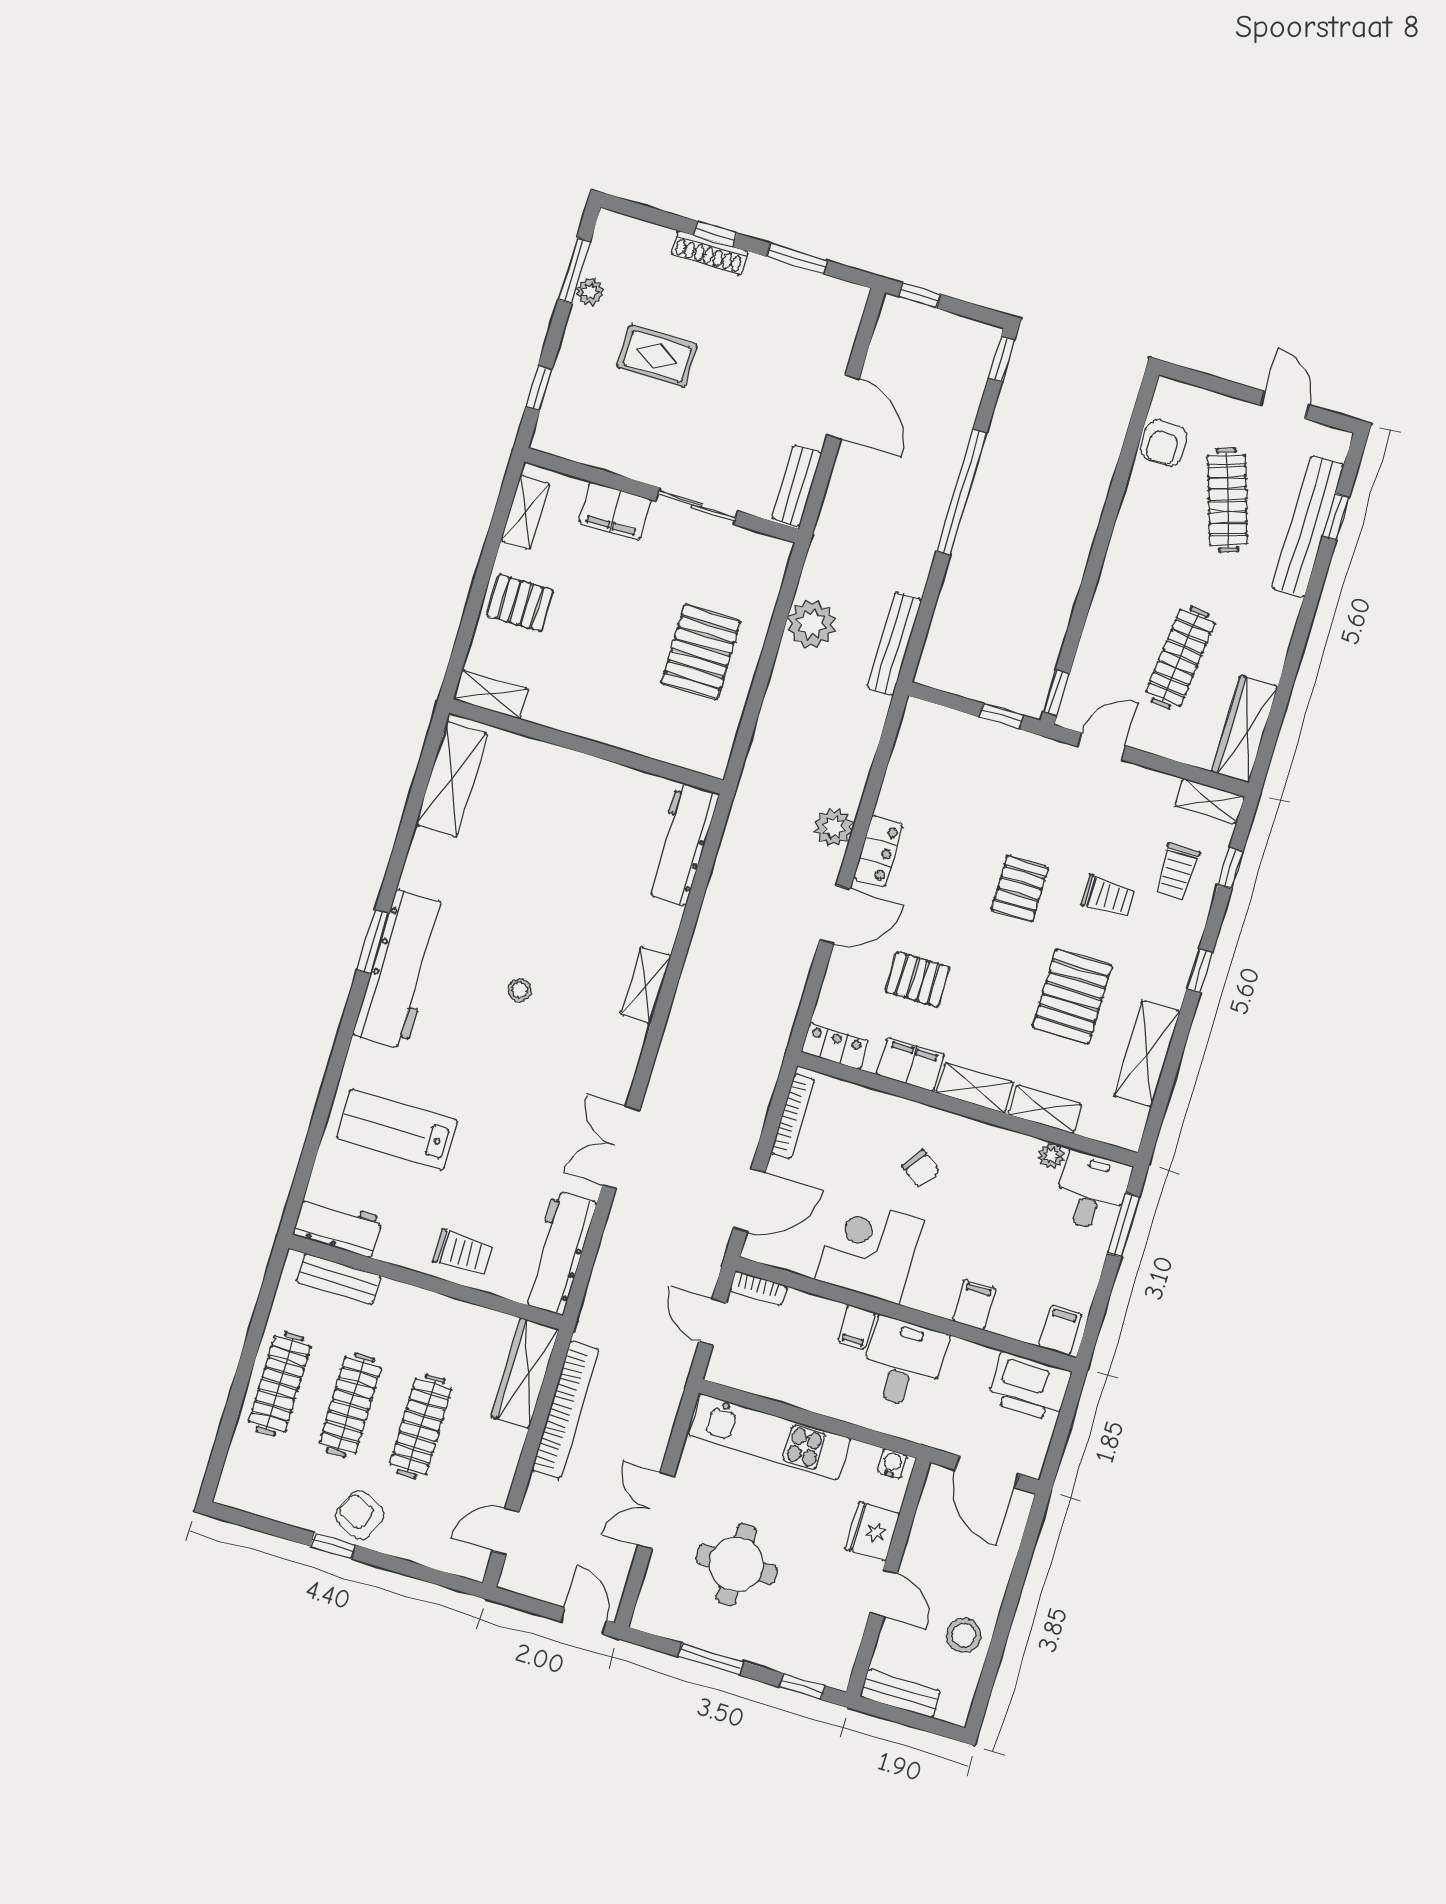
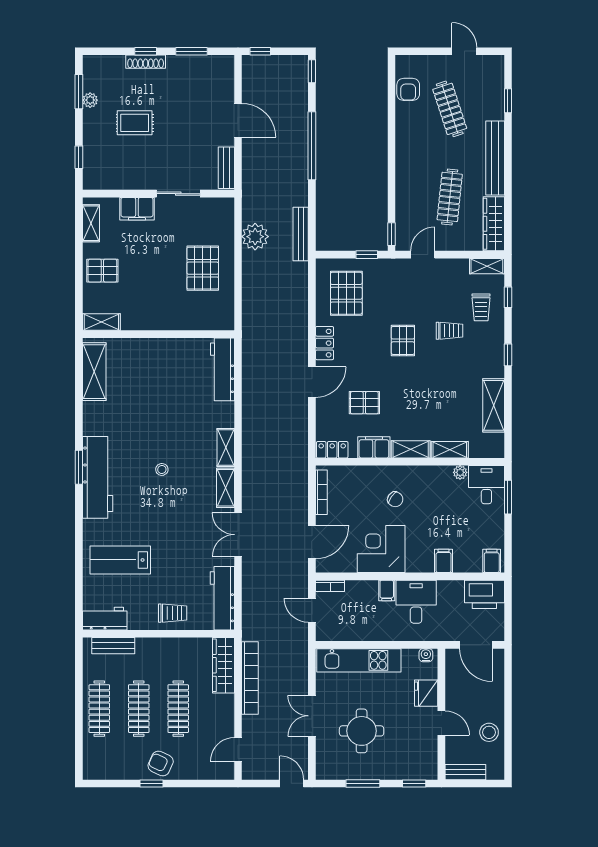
bench: (1308, 526) -> (495, 158), moved
plant: (834, 827) -> (298, 337), removed
pallet: (1072, 996) -> (346, 293), moved
shelving: (624, 1057) -> (225, 488), added

